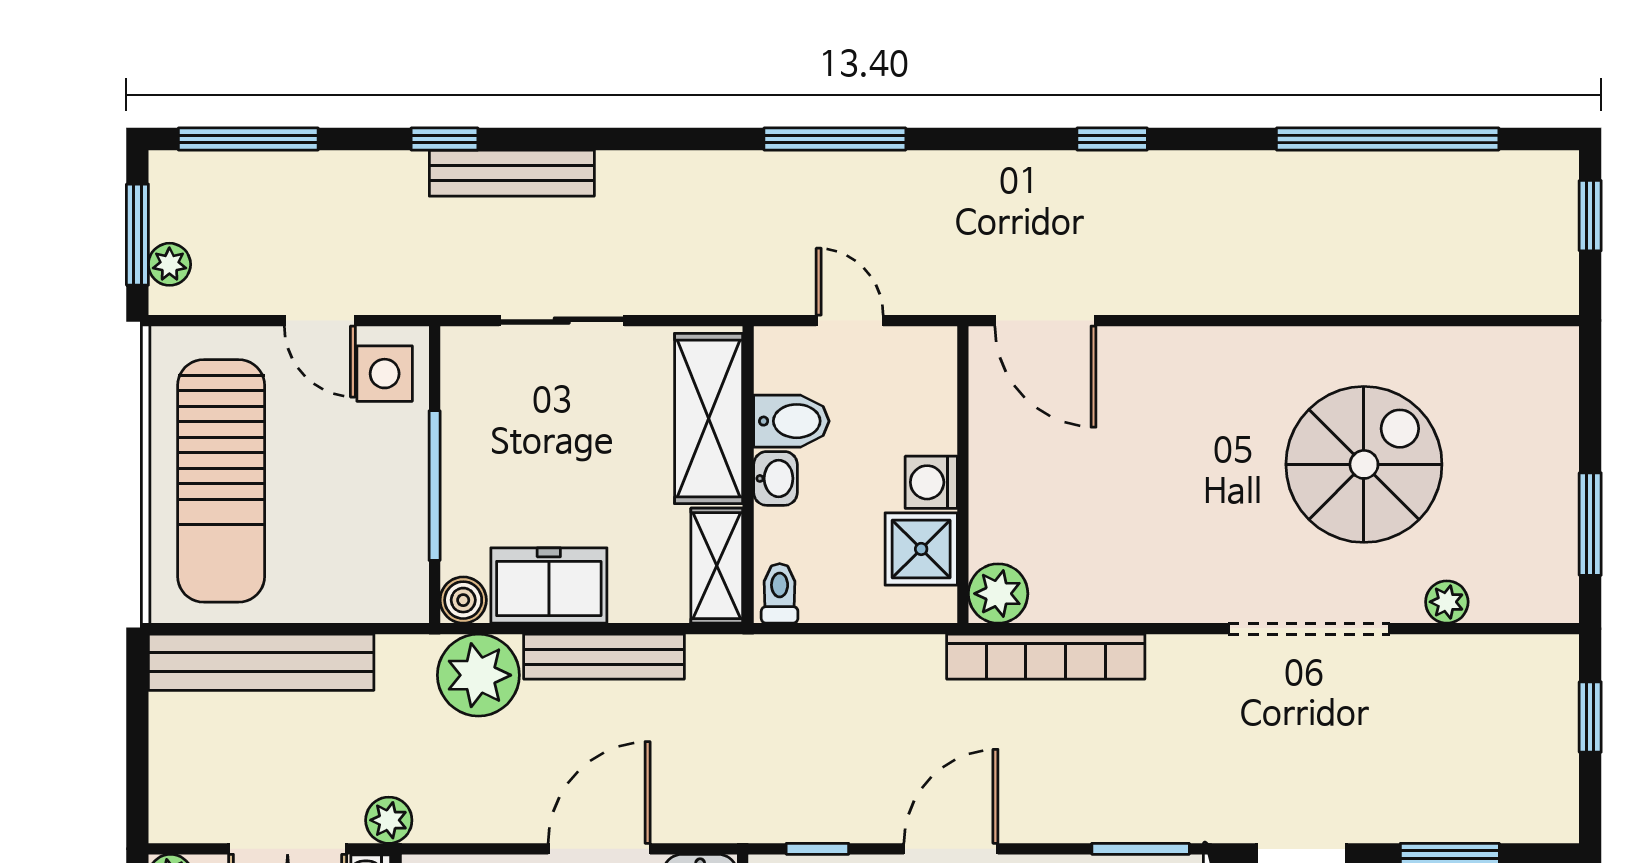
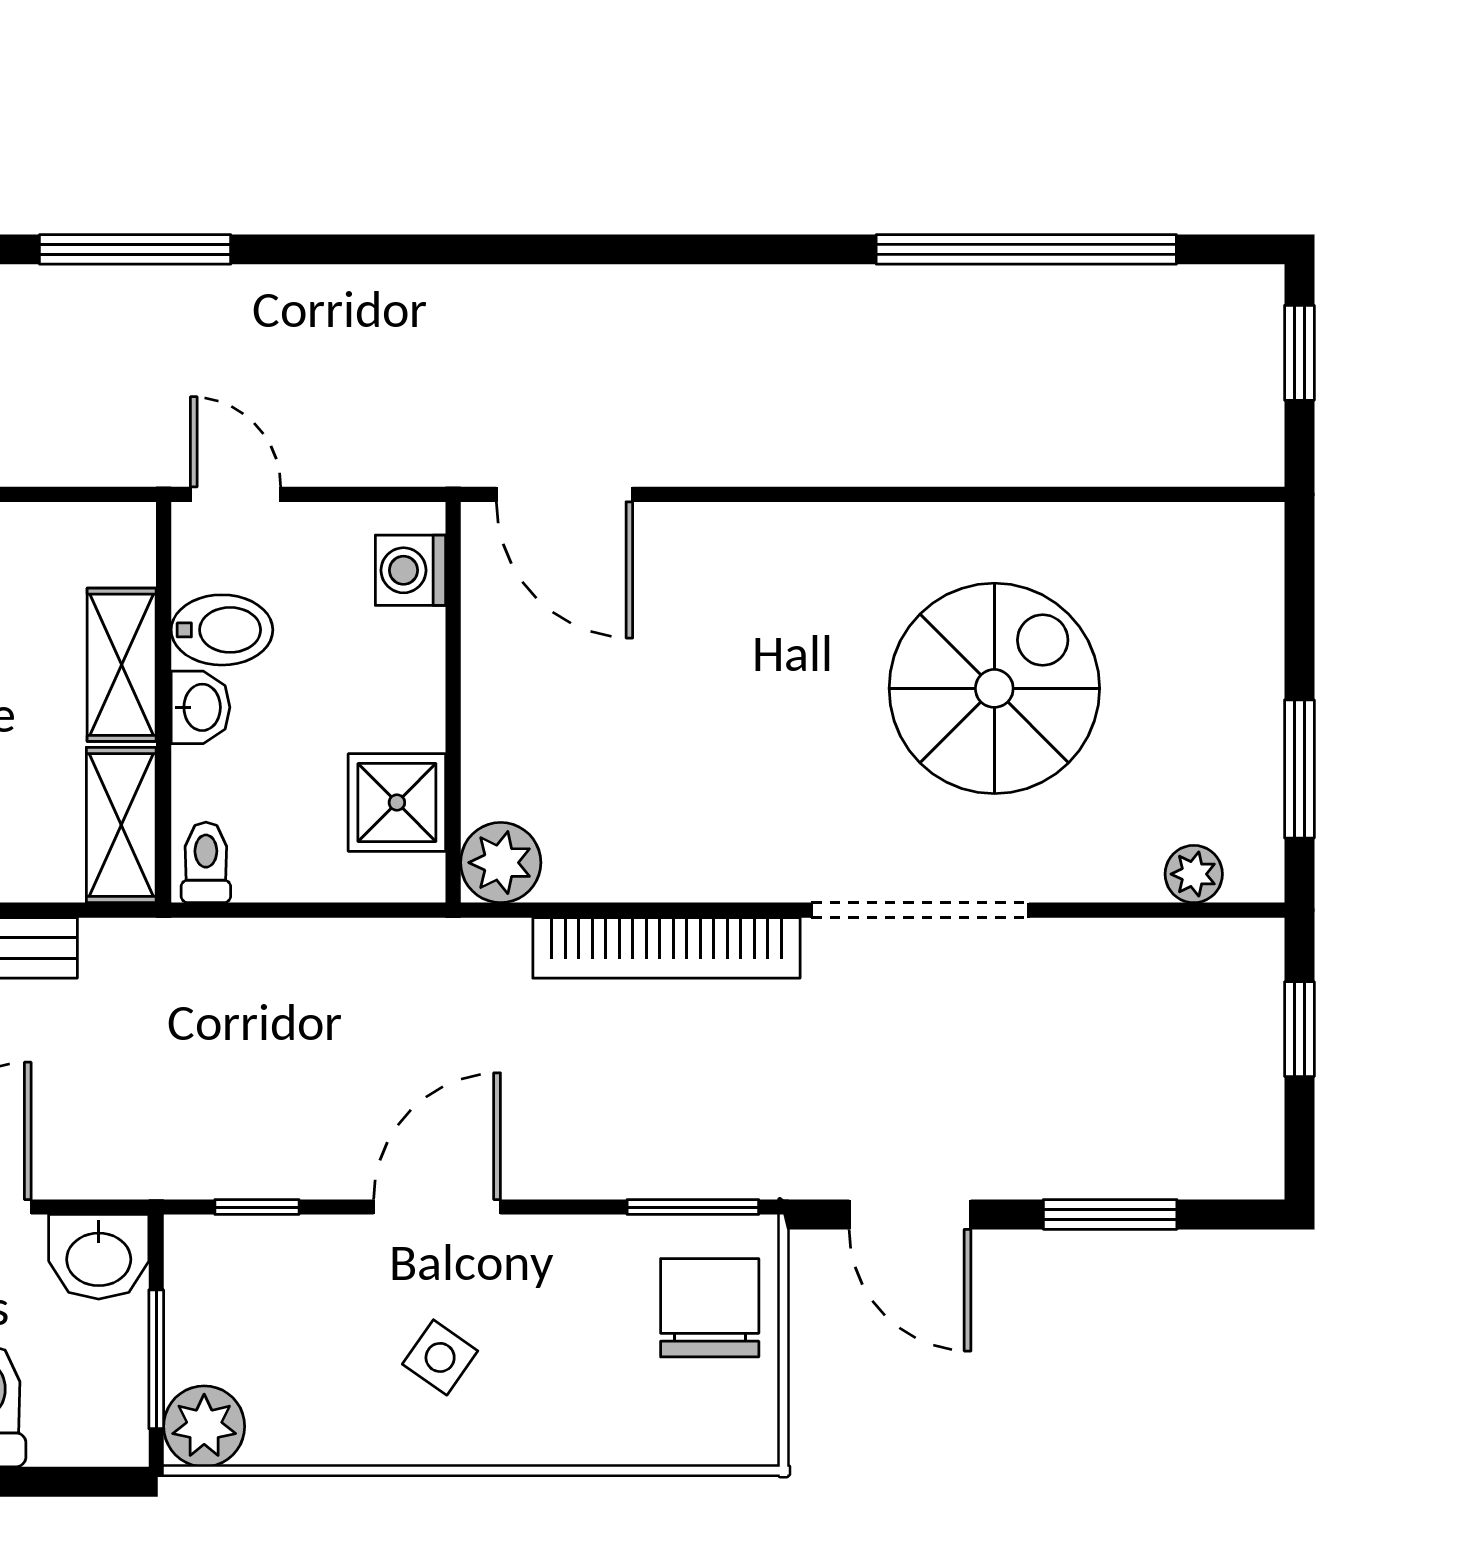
window: (835, 139) -> (135, 249), moved
window: (1112, 139) -> (655, 249), removed
door: (850, 321) -> (236, 494), moved
shelving: (709, 418) -> (122, 665), width x0.67, depth x0.75
washing machine: (931, 482) -> (411, 570), moved
plant: (1447, 602) -> (1194, 874), moved
bookcase: (1046, 657) -> (666, 948), moved

